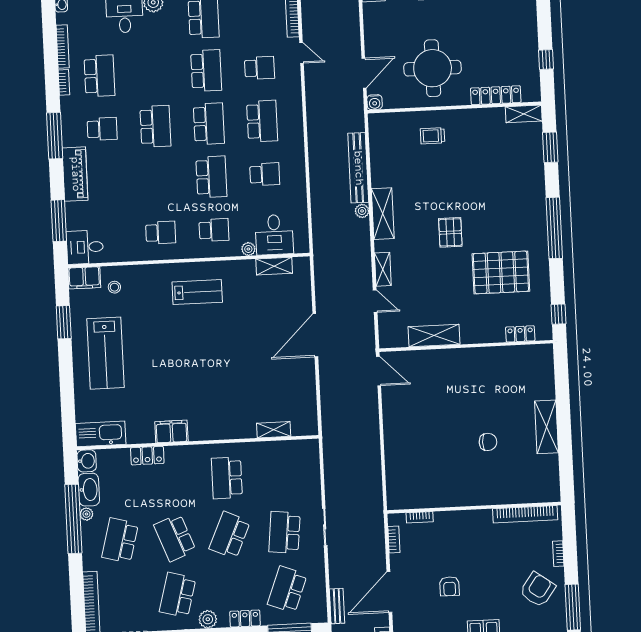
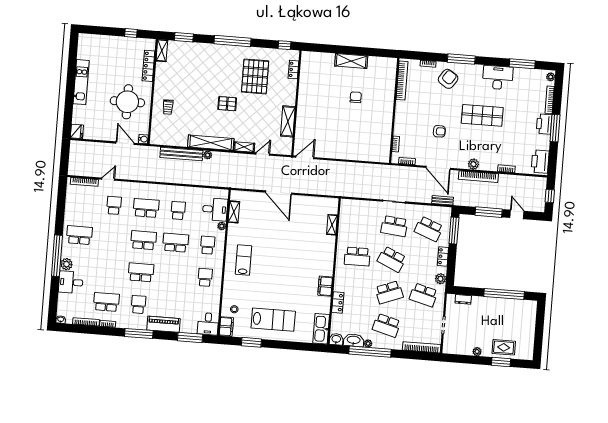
school desk: (206, 71) -> (111, 238), removed
shelving: (383, 214) -> (211, 143), width x1.47
armchair: (538, 590) -> (448, 79), turned 88

